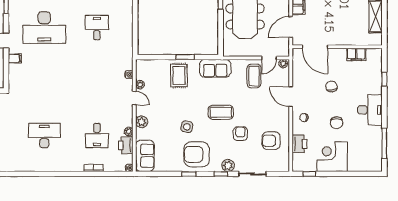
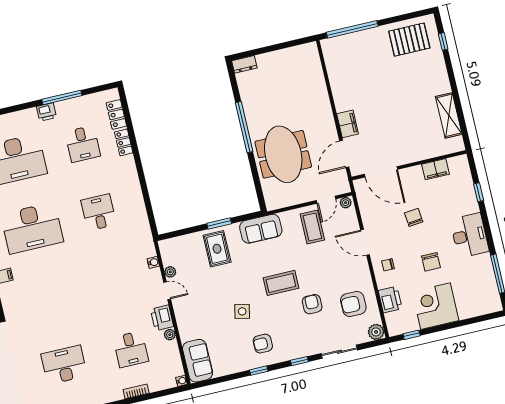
plant: (142, 122) -> (183, 319), removed
printer: (126, 145) -> (162, 318), moved
armchair: (197, 154) -> (263, 344), width x0.53, depth x0.53
plant: (228, 166) -> (376, 332), moved

